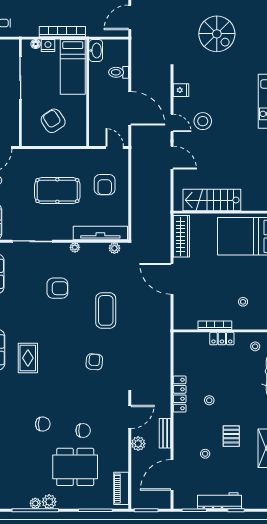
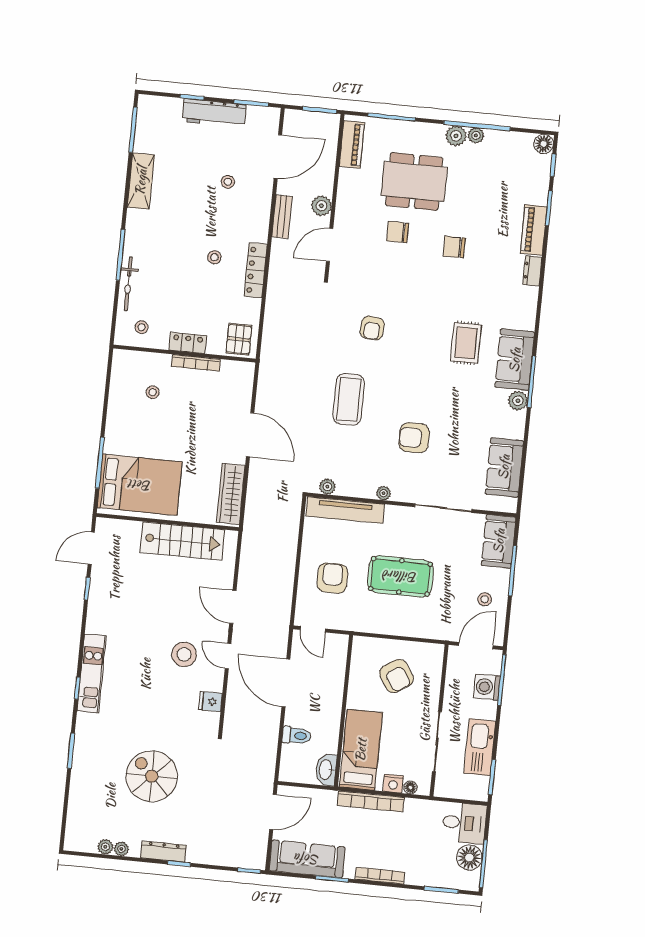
pallet: (231, 436) -> (239, 339), moved

